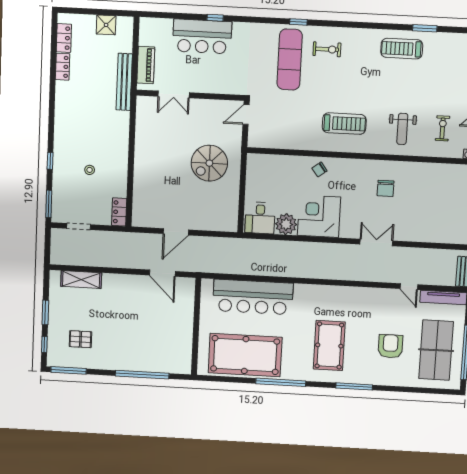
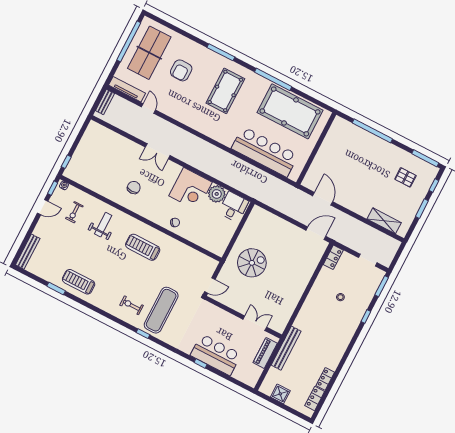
treadmill: (402, 49) -> (79, 282), turned 180
door: (176, 232) -> (316, 233), moved

